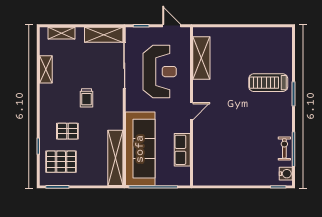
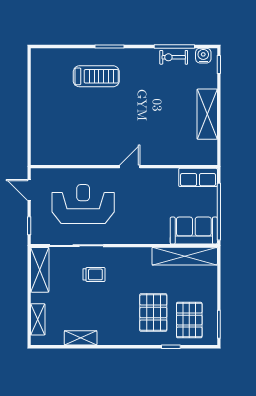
door: (172, 26) -> (29, 190), hinge flipped
shelving: (201, 58) -> (207, 114), moved, turned 90
treadmill: (268, 83) -> (96, 76), turned -90
trolley: (87, 98) -> (94, 274), moved
door: (191, 111) -> (130, 167), hinge flipped
pallet: (67, 131) -> (153, 313), width x1.50, depth x1.42
sofa: (140, 149) -> (194, 231), width x0.54, depth x0.79
row of seats: (182, 150) -> (198, 177), moved

